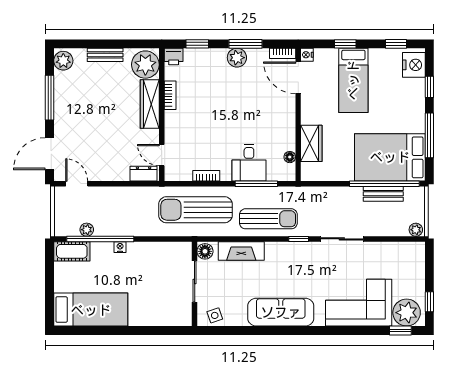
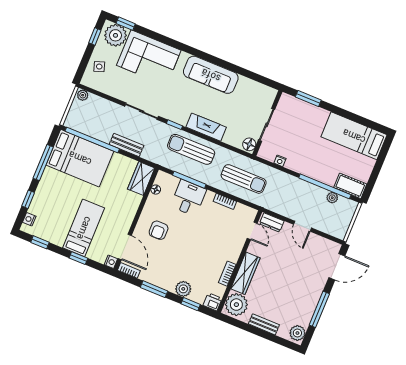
plant: (237, 58) -> (183, 289), moved
nightstand: (414, 65) -> (29, 219), width x0.53, depth x0.56
armchair: (268, 112) -> (159, 230), added
wardrobe: (311, 143) -> (141, 178), moved
door: (77, 184) -> (303, 226), moved
bench: (383, 194) -> (126, 145), moved
sun lounger: (196, 210) -> (244, 179), width x0.73, depth x0.75
nightstand: (120, 247) -> (280, 161), moved
fireplace: (241, 251) -> (206, 127), moved
side table: (215, 315) -> (99, 67), moved
window: (160, 330) -> (308, 99), added

